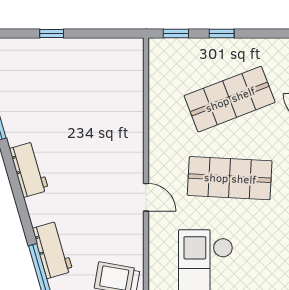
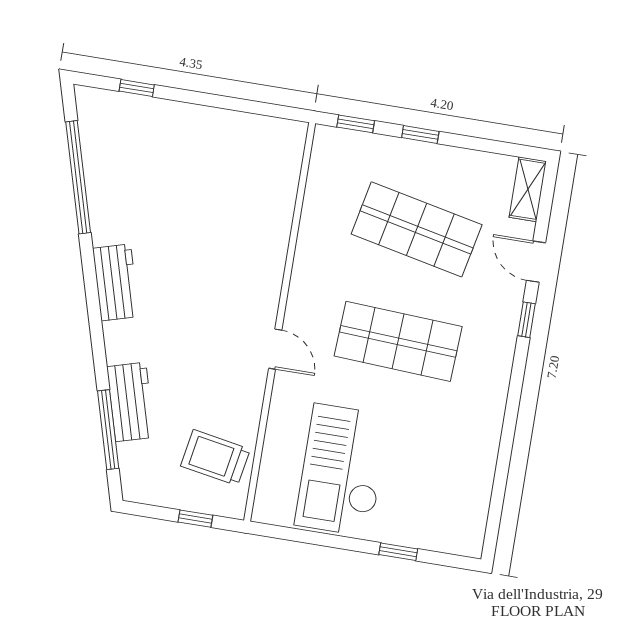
window: (52, 33) -> (137, 88), moved
shop shelf: (230, 99) -> (417, 229), turned 33

